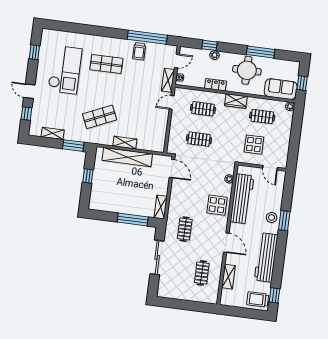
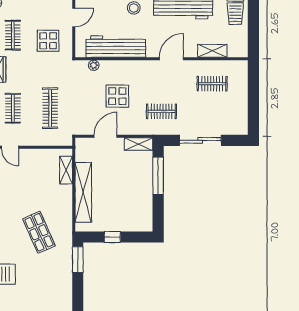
shelving: (53, 133) -> (66, 287), removed
clothes rail: (199, 139) -> (50, 108), width x1.36
shelving: (125, 143) -> (66, 170), moved
door: (172, 169) -> (105, 136), moved
display table: (217, 205) -> (117, 96), moved

